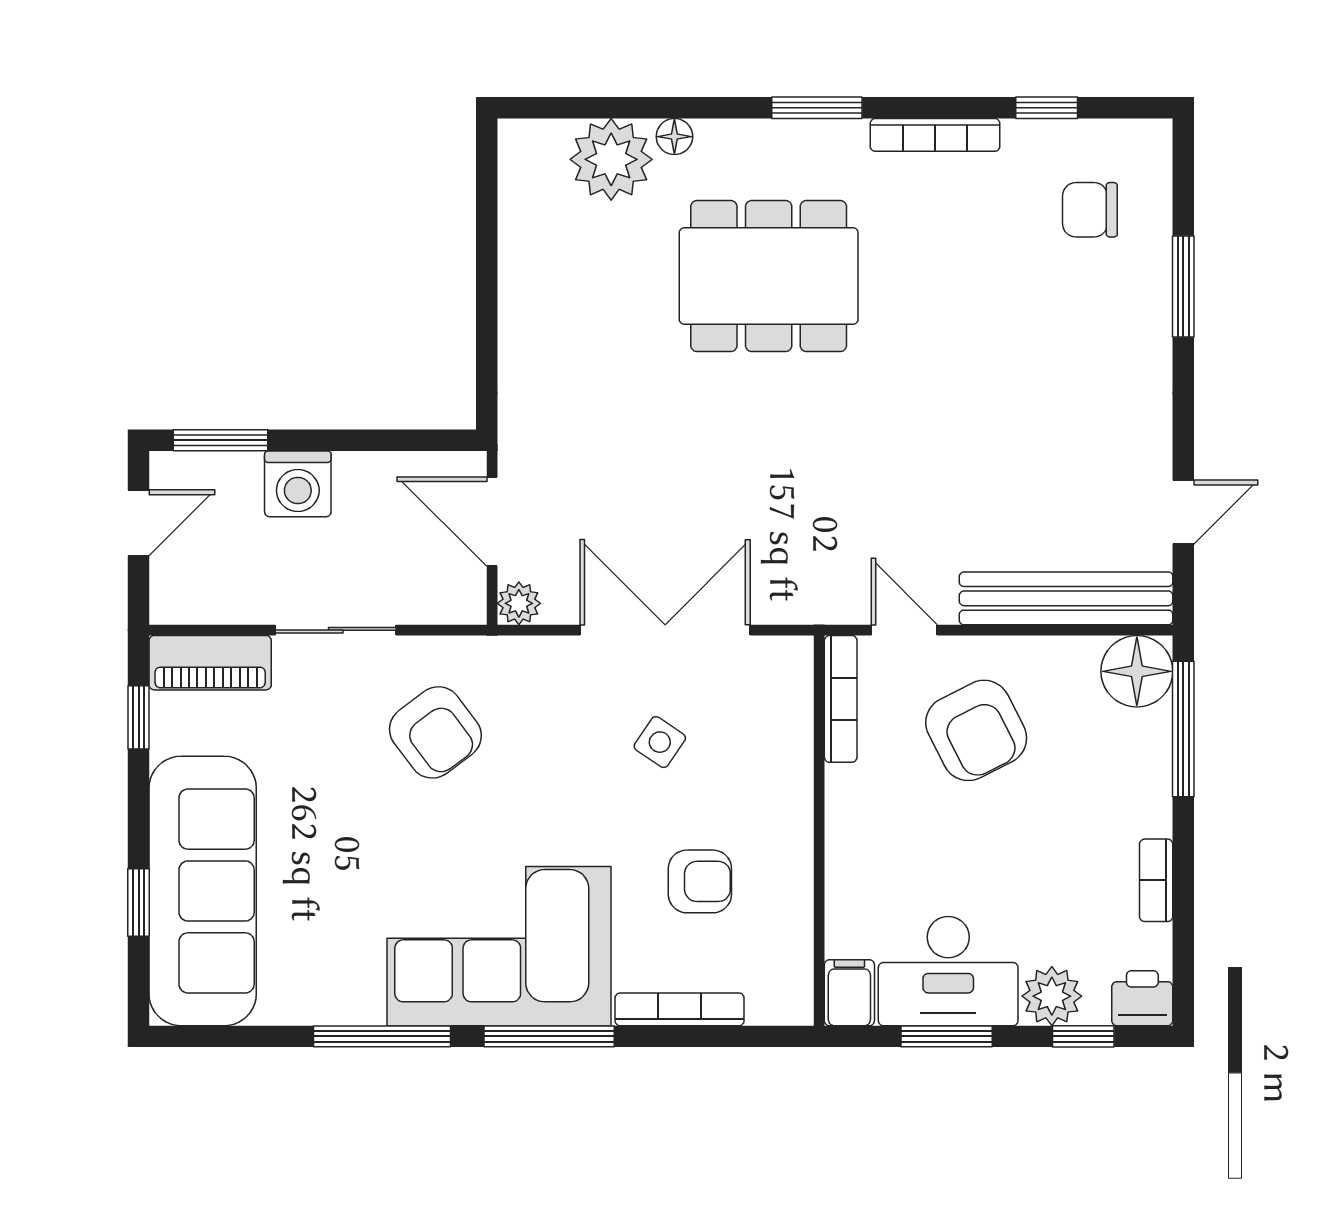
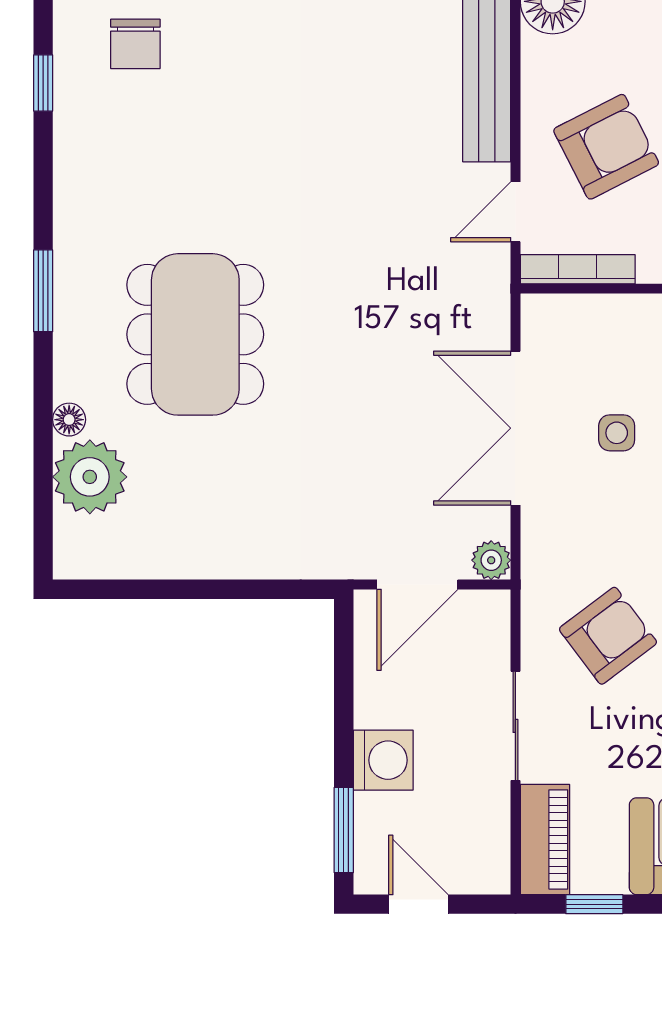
bookcase: (935, 135) -> (68, 184), removed
side table: (660, 742) -> (617, 433), turned -34

